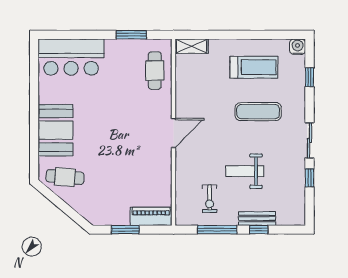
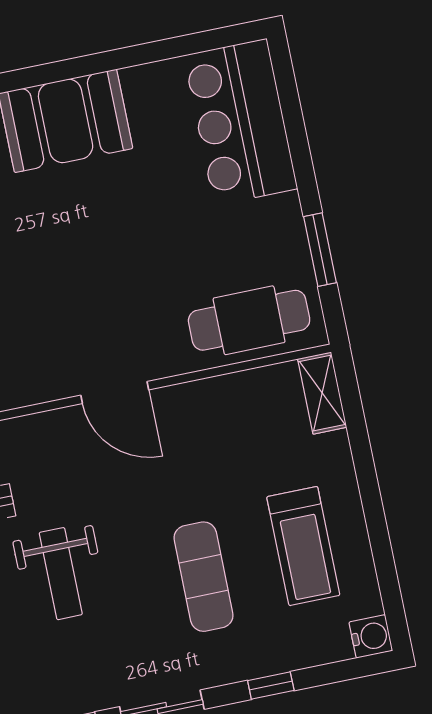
cafe table: (155, 71) -> (249, 320), width x1.37, depth x1.35
window: (310, 77) -> (271, 686), moved
weight bench: (245, 171) -> (61, 574), turned 180

